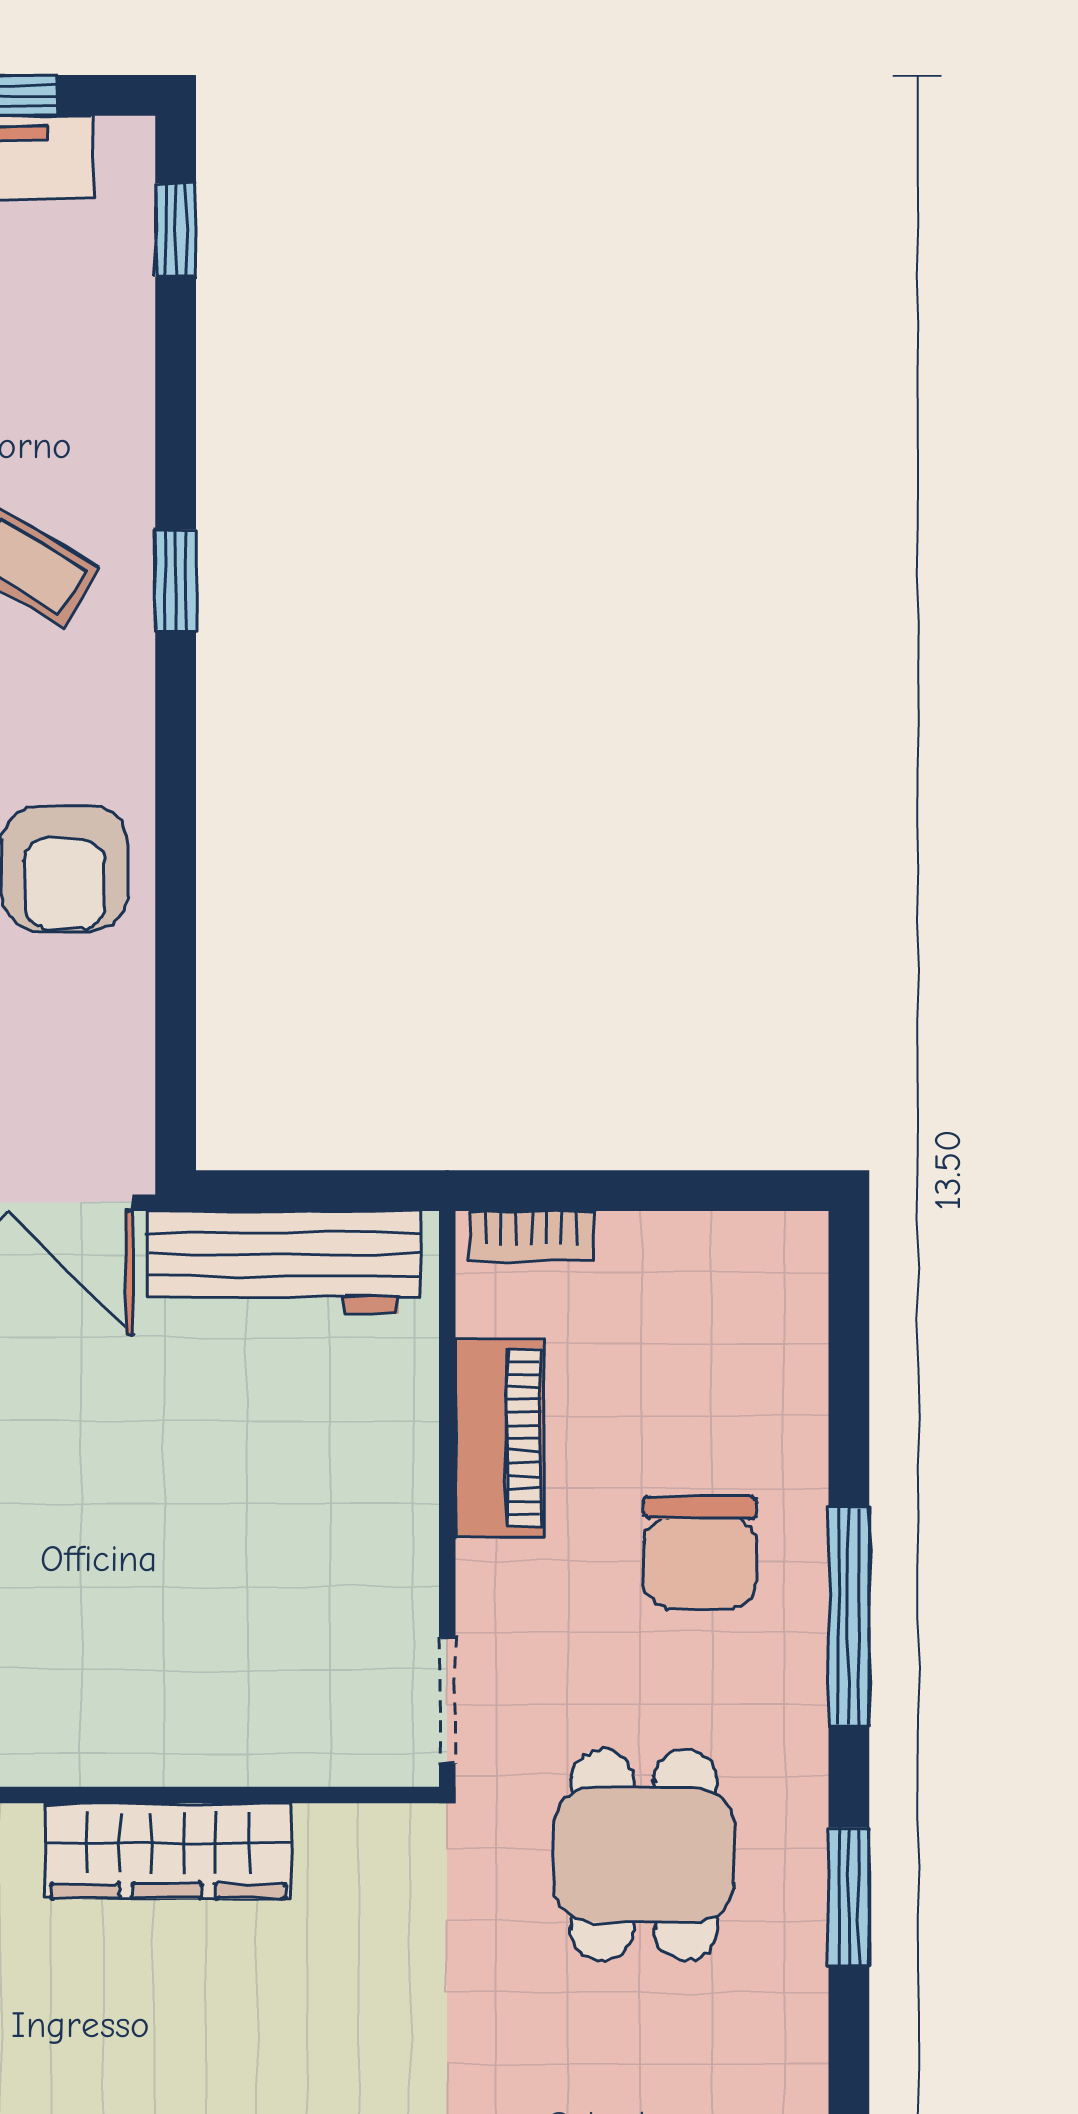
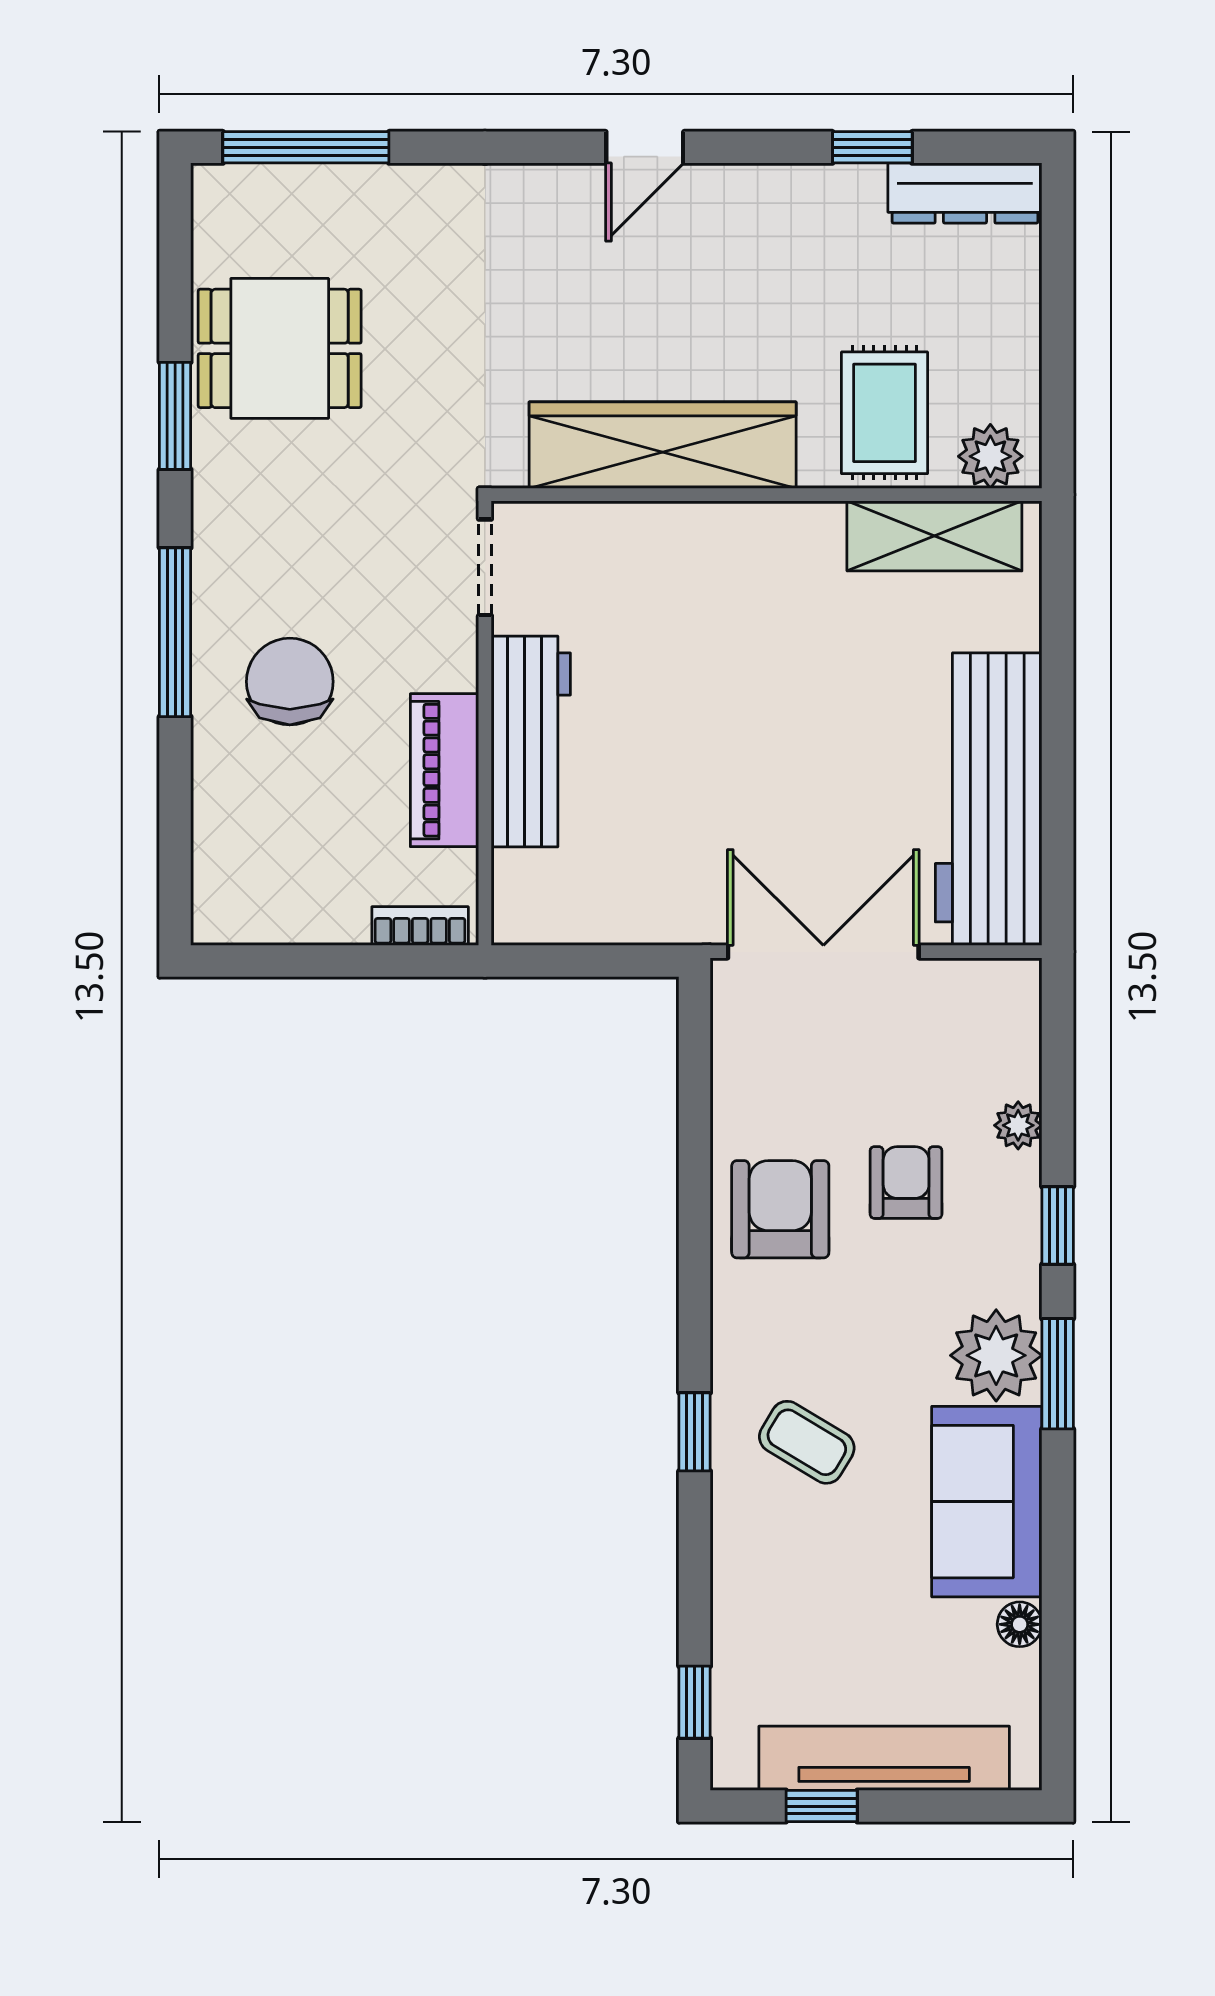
workbench: (284, 1262) -> (531, 741), moved, turned 90
wardrobe: (168, 1851) -> (663, 445), width x1.40, depth x1.17
dining table: (644, 1855) -> (280, 348), moved, turned 90

